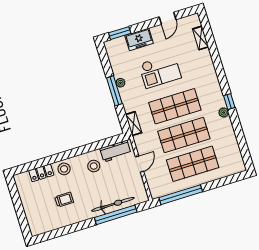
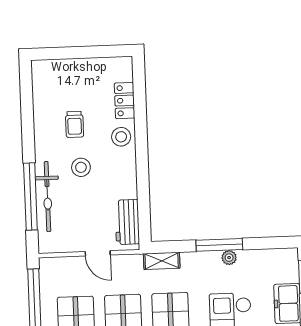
stool: (94, 166) -> (81, 167), moved

